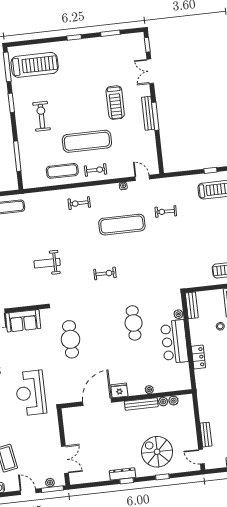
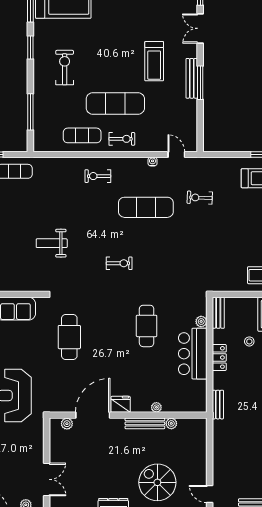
locker: (198, 357) -> (219, 357), moved
plant: (174, 401) -> (67, 424), moved
bench: (206, 435) -> (218, 405), moved

